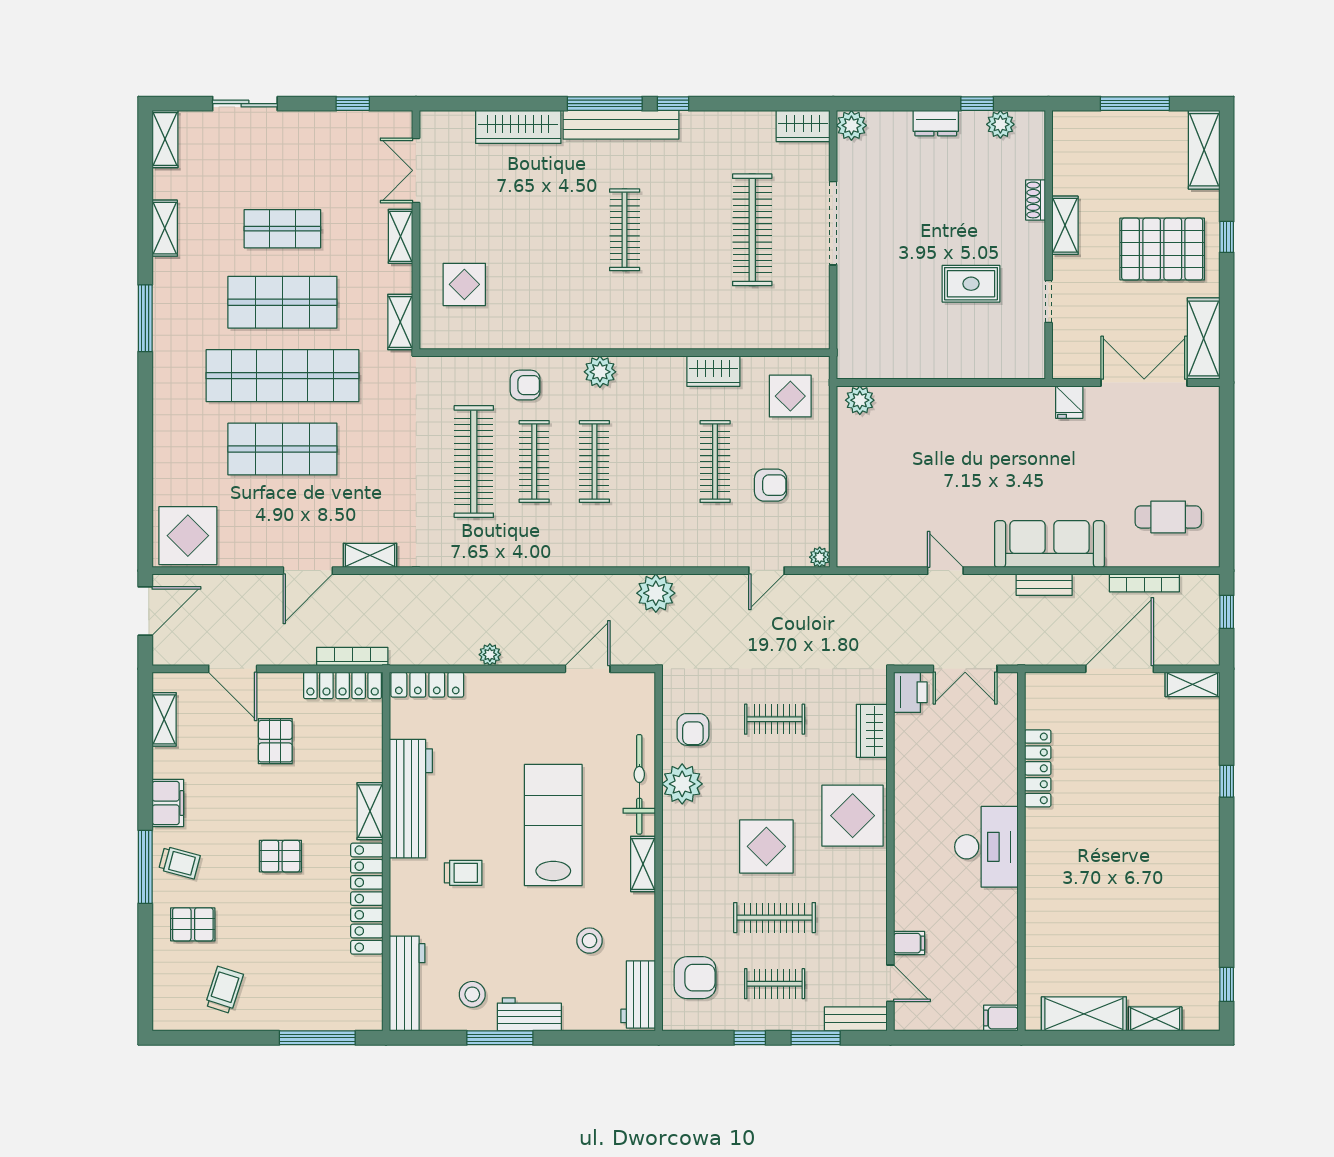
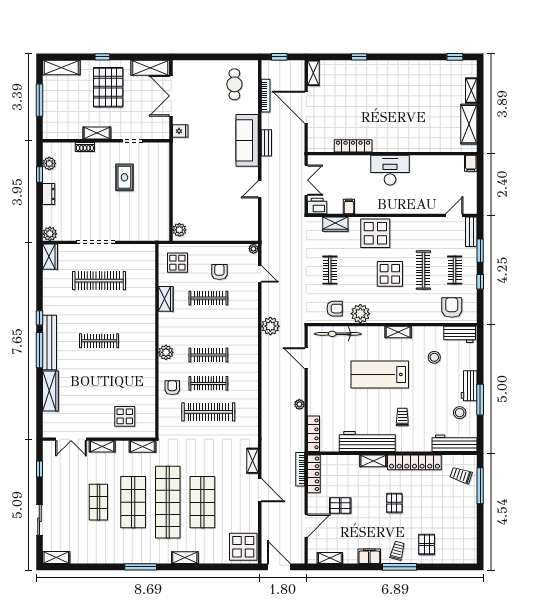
shelving: (165, 228) -> (185, 558), moved
bicycle: (639, 784) -> (338, 334), moved
filing cabinet: (909, 943) -> (349, 207), moved
trolley: (224, 990) -> (461, 475), moved

